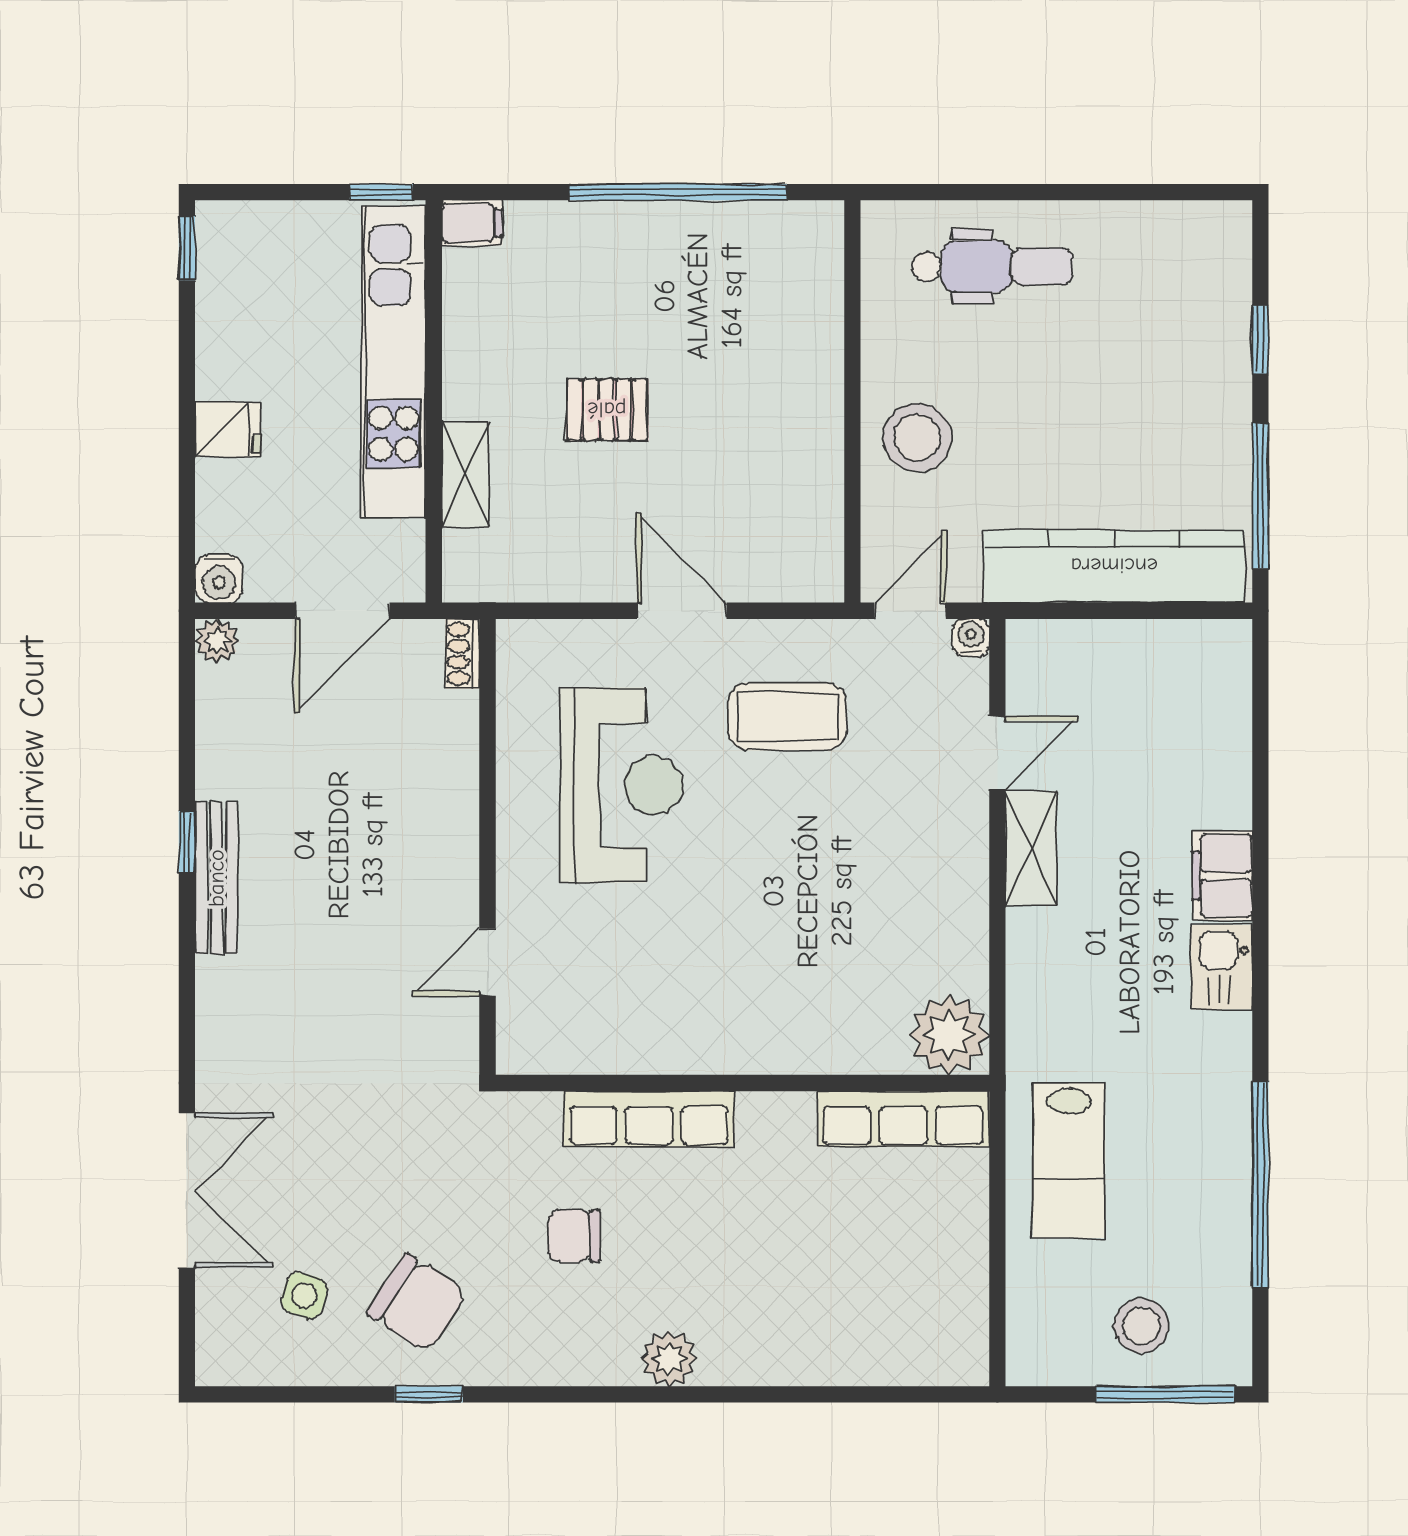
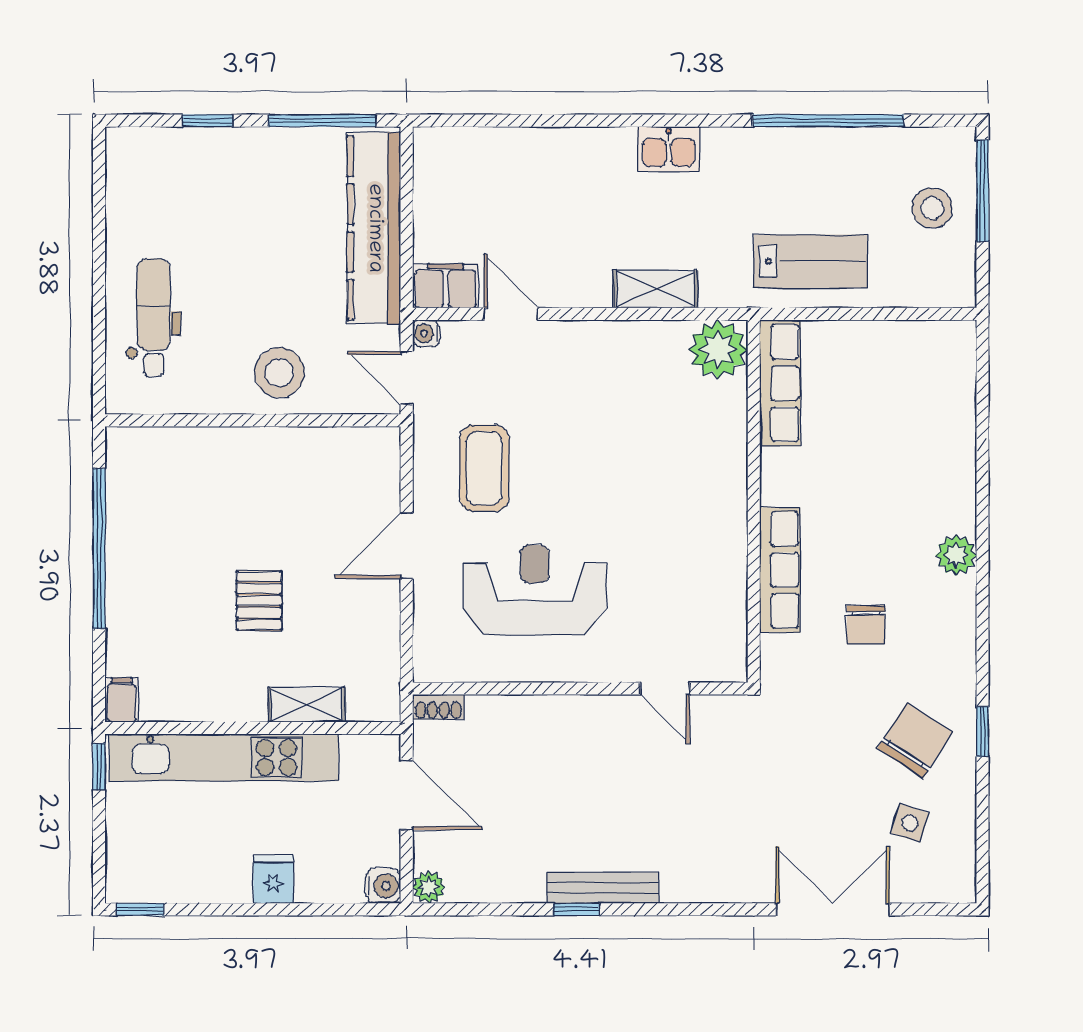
shelving: (1031, 848) -> (655, 289), moved
filing cabinet: (1222, 876) -> (446, 286), moved, turned 180

